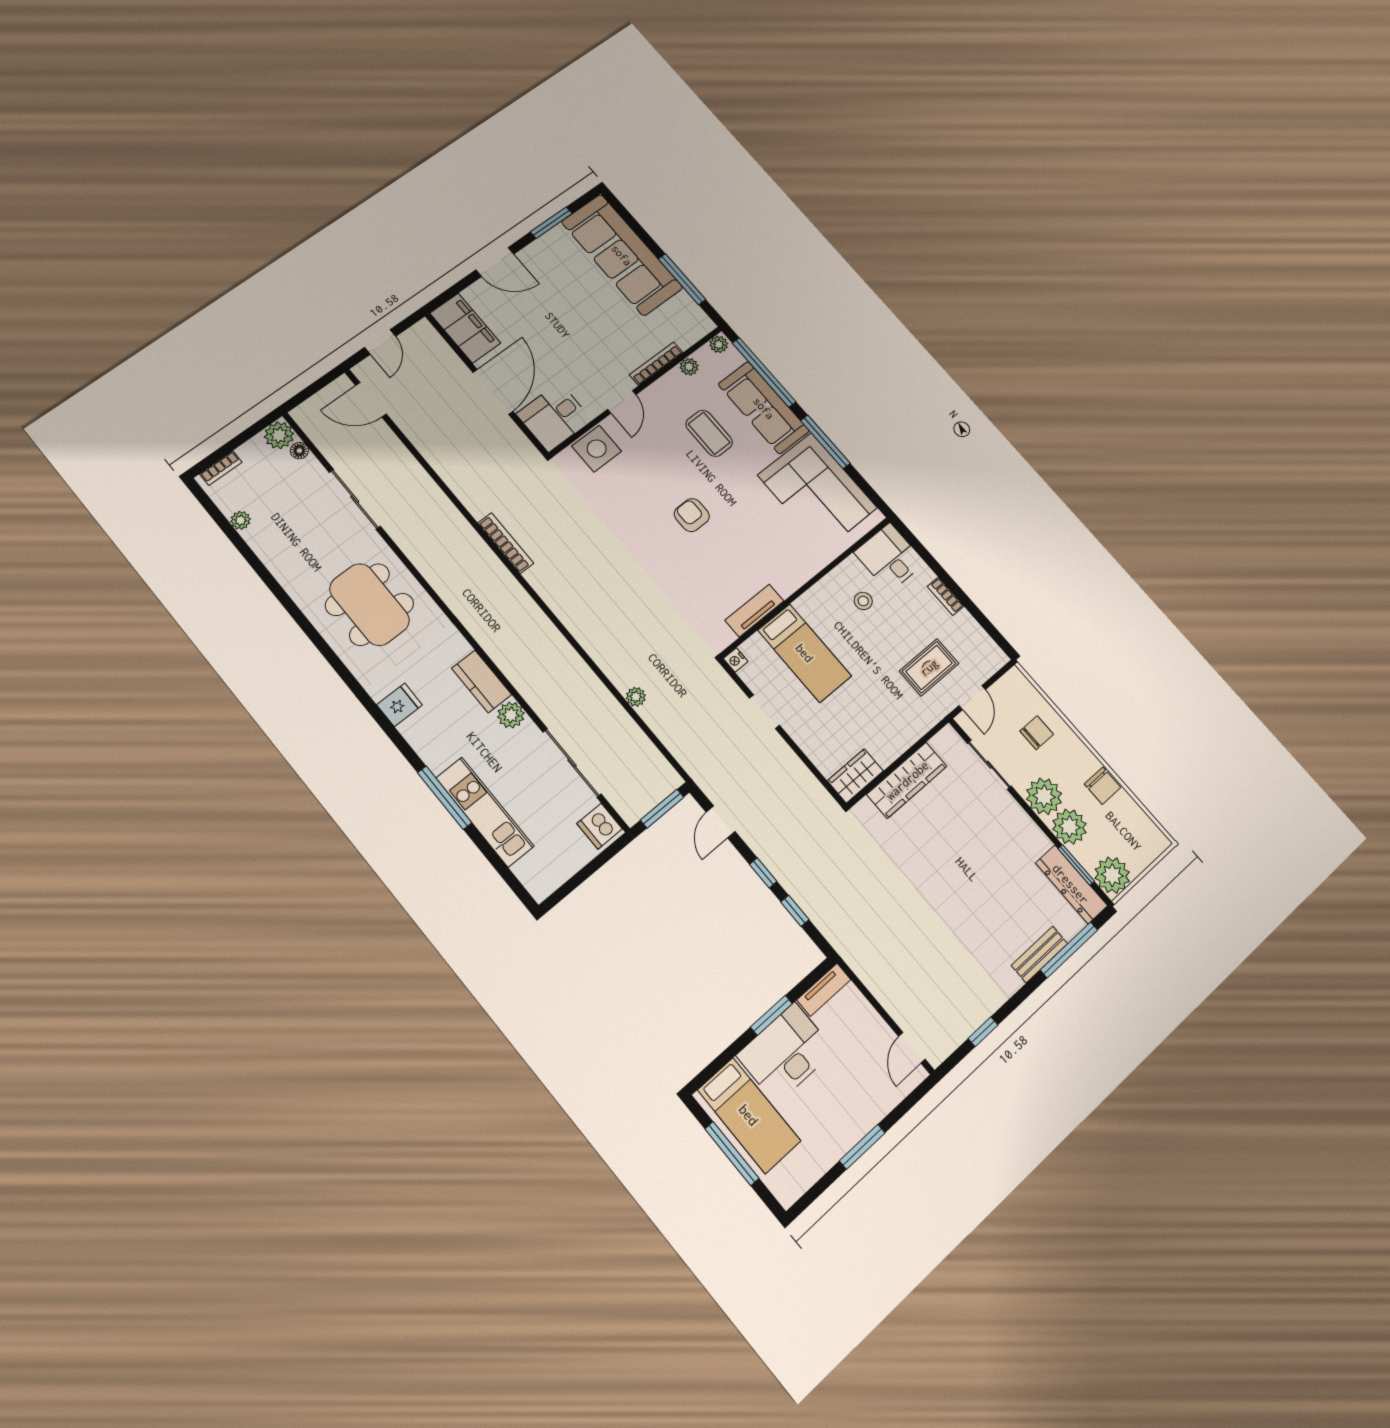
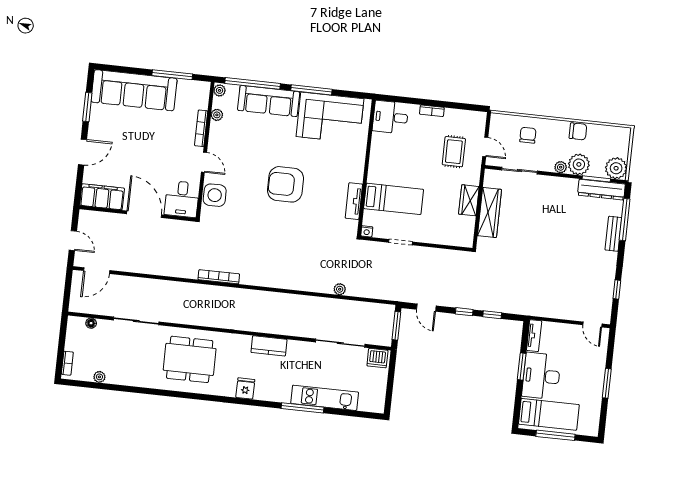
coffee table: (709, 433) -> (256, 138), removed
plant: (279, 435) -> (76, 325), removed
armchair: (692, 515) -> (285, 184), width x1.88, depth x1.88
stool: (863, 601) -> (397, 149), removed
plant: (511, 715) -> (295, 348), removed
wardrobe: (855, 776) -> (469, 200), moved
plant: (1044, 796) -> (561, 167), width x0.53, depth x0.53

